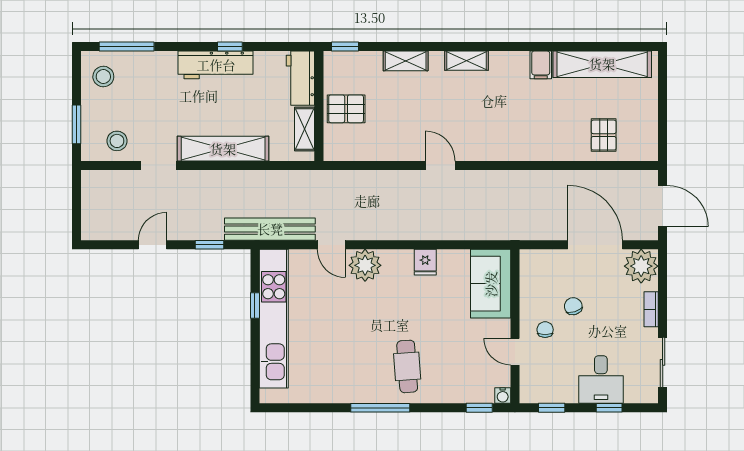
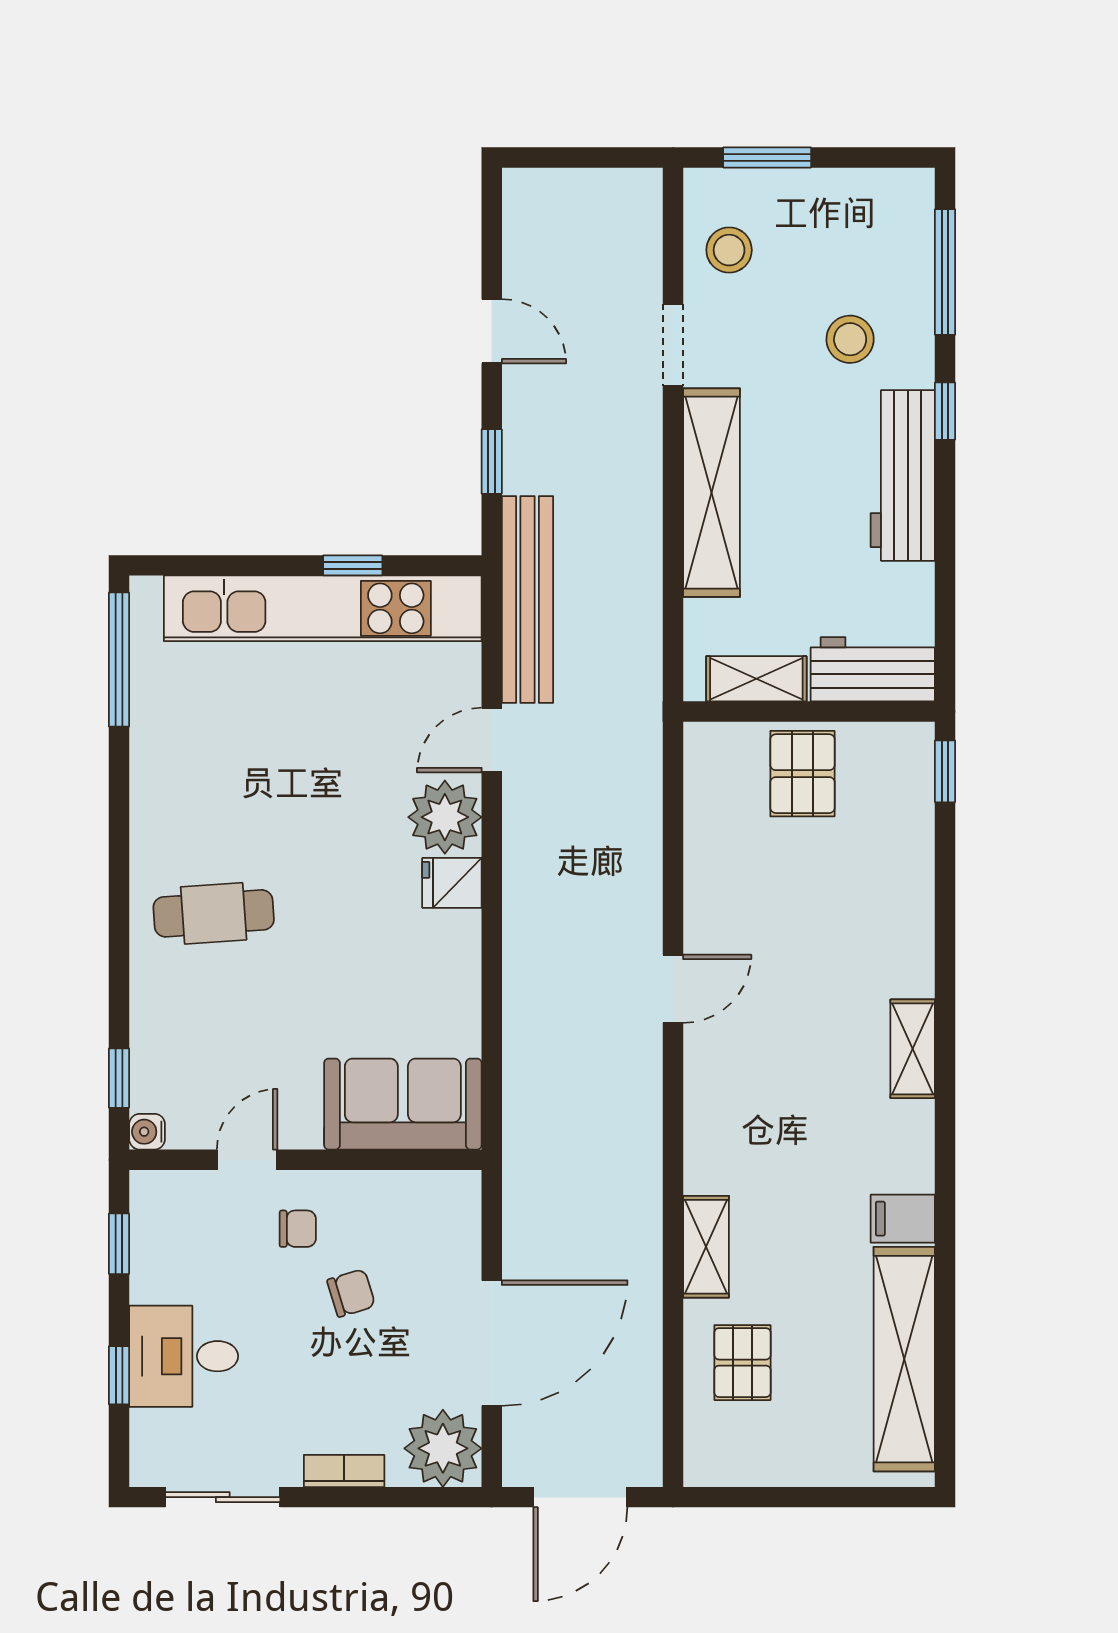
window: (230, 46) -> (945, 411), moved
shelving: (406, 61) -> (706, 1247), moved
stool: (103, 77) -> (850, 339), moved
pallet: (604, 135) -> (742, 1363), turned 90
fridge: (425, 262) -> (452, 883), moved
window: (380, 408) -> (119, 660), moved

